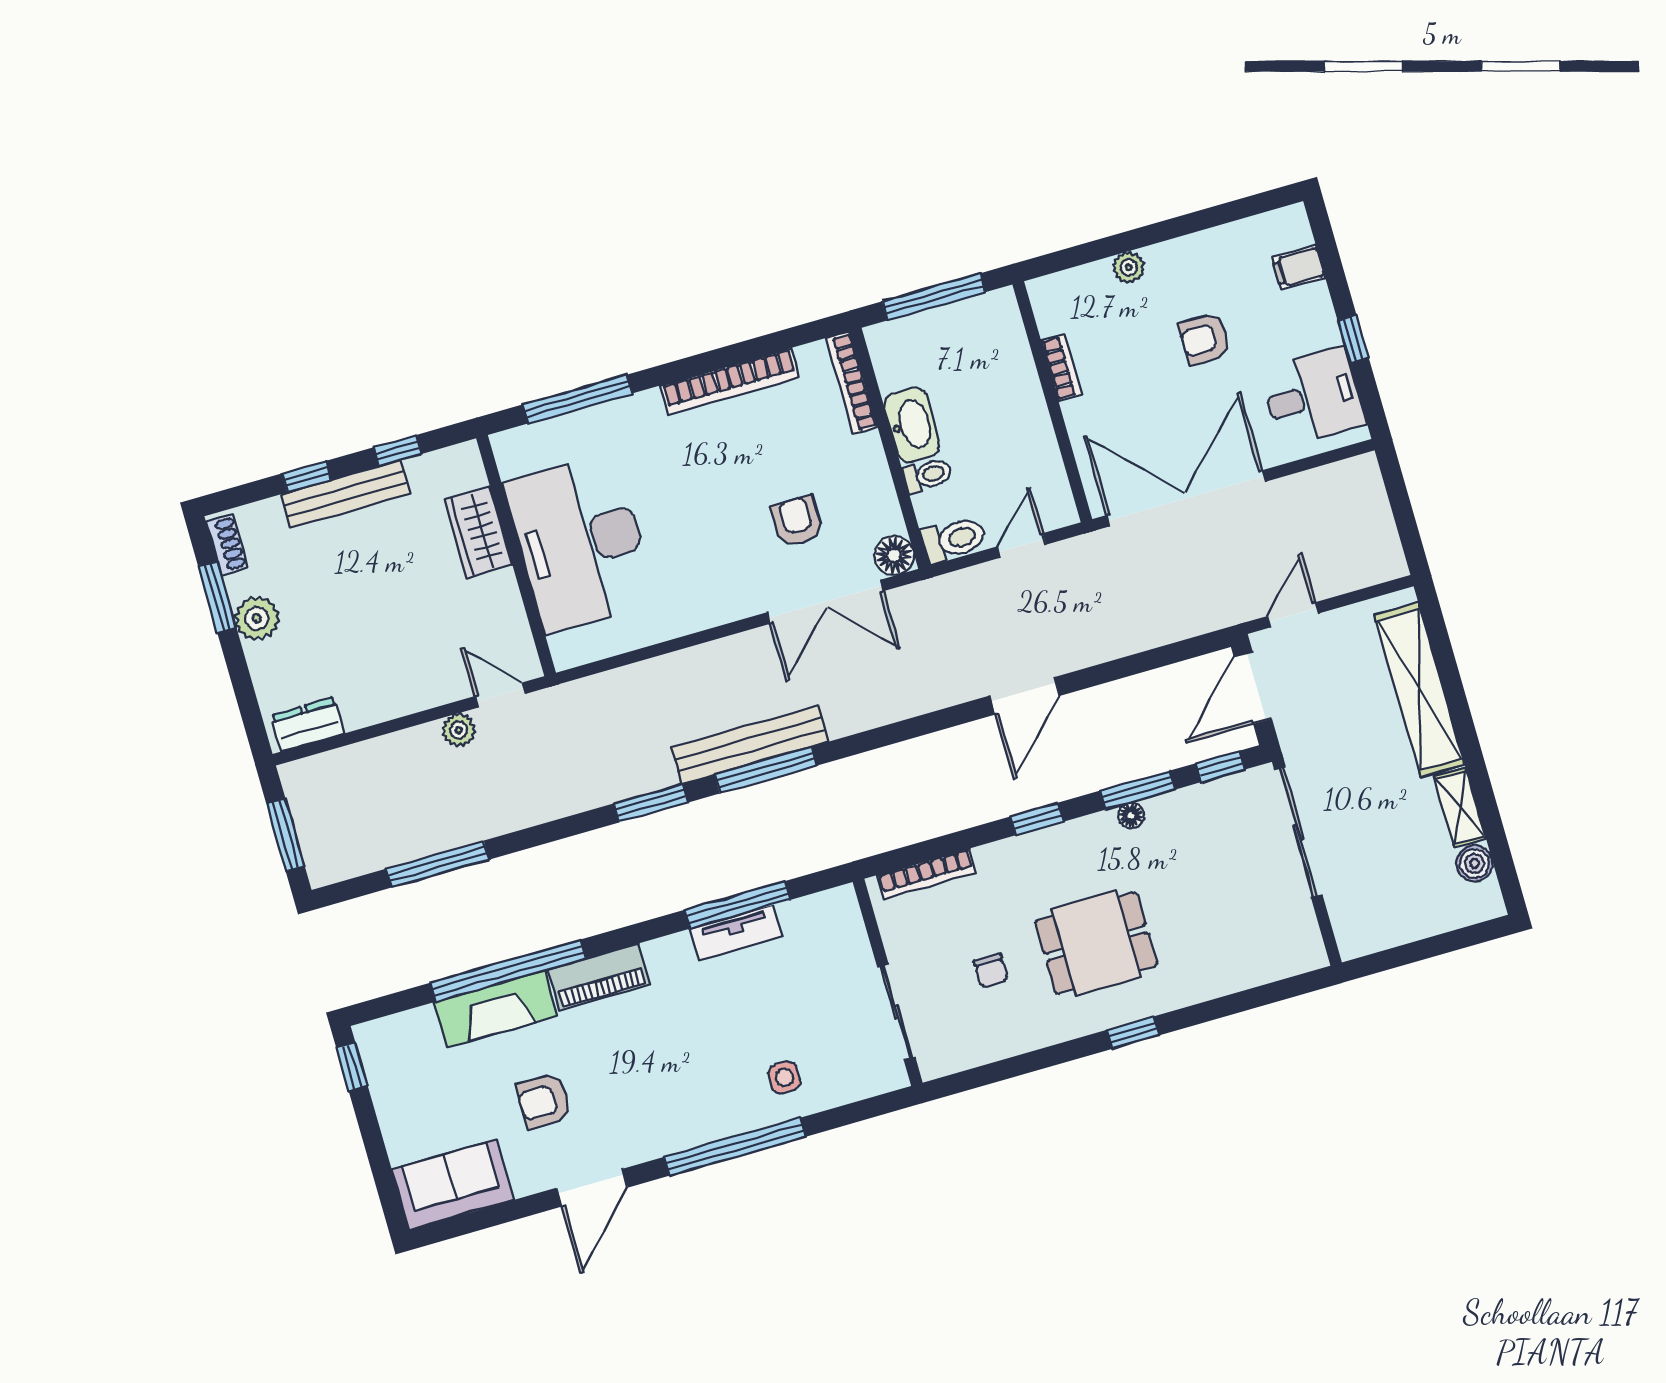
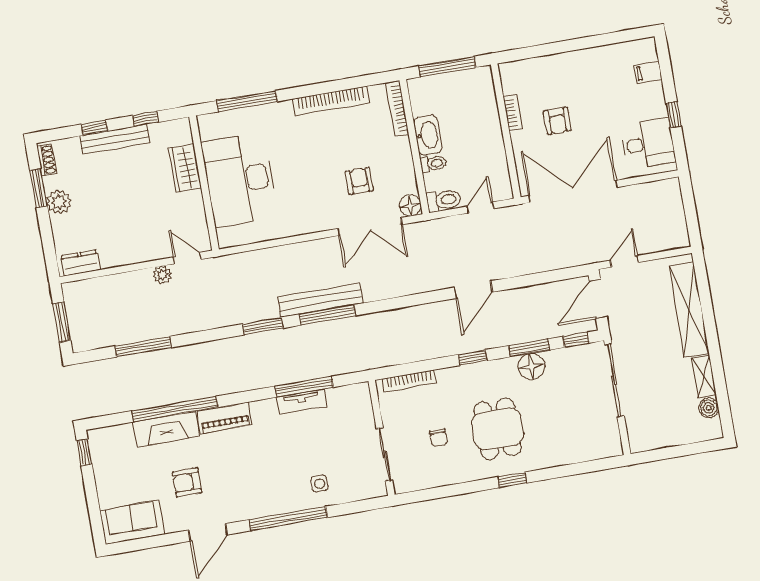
plant: (1129, 267) -> (555, 62), removed
armchair: (1205, 339) -> (557, 121), moved, turned -90
floor lamp: (1131, 816) -> (531, 366), width x1.89, depth x1.89
dining table: (1096, 943) -> (497, 429), turned 90

